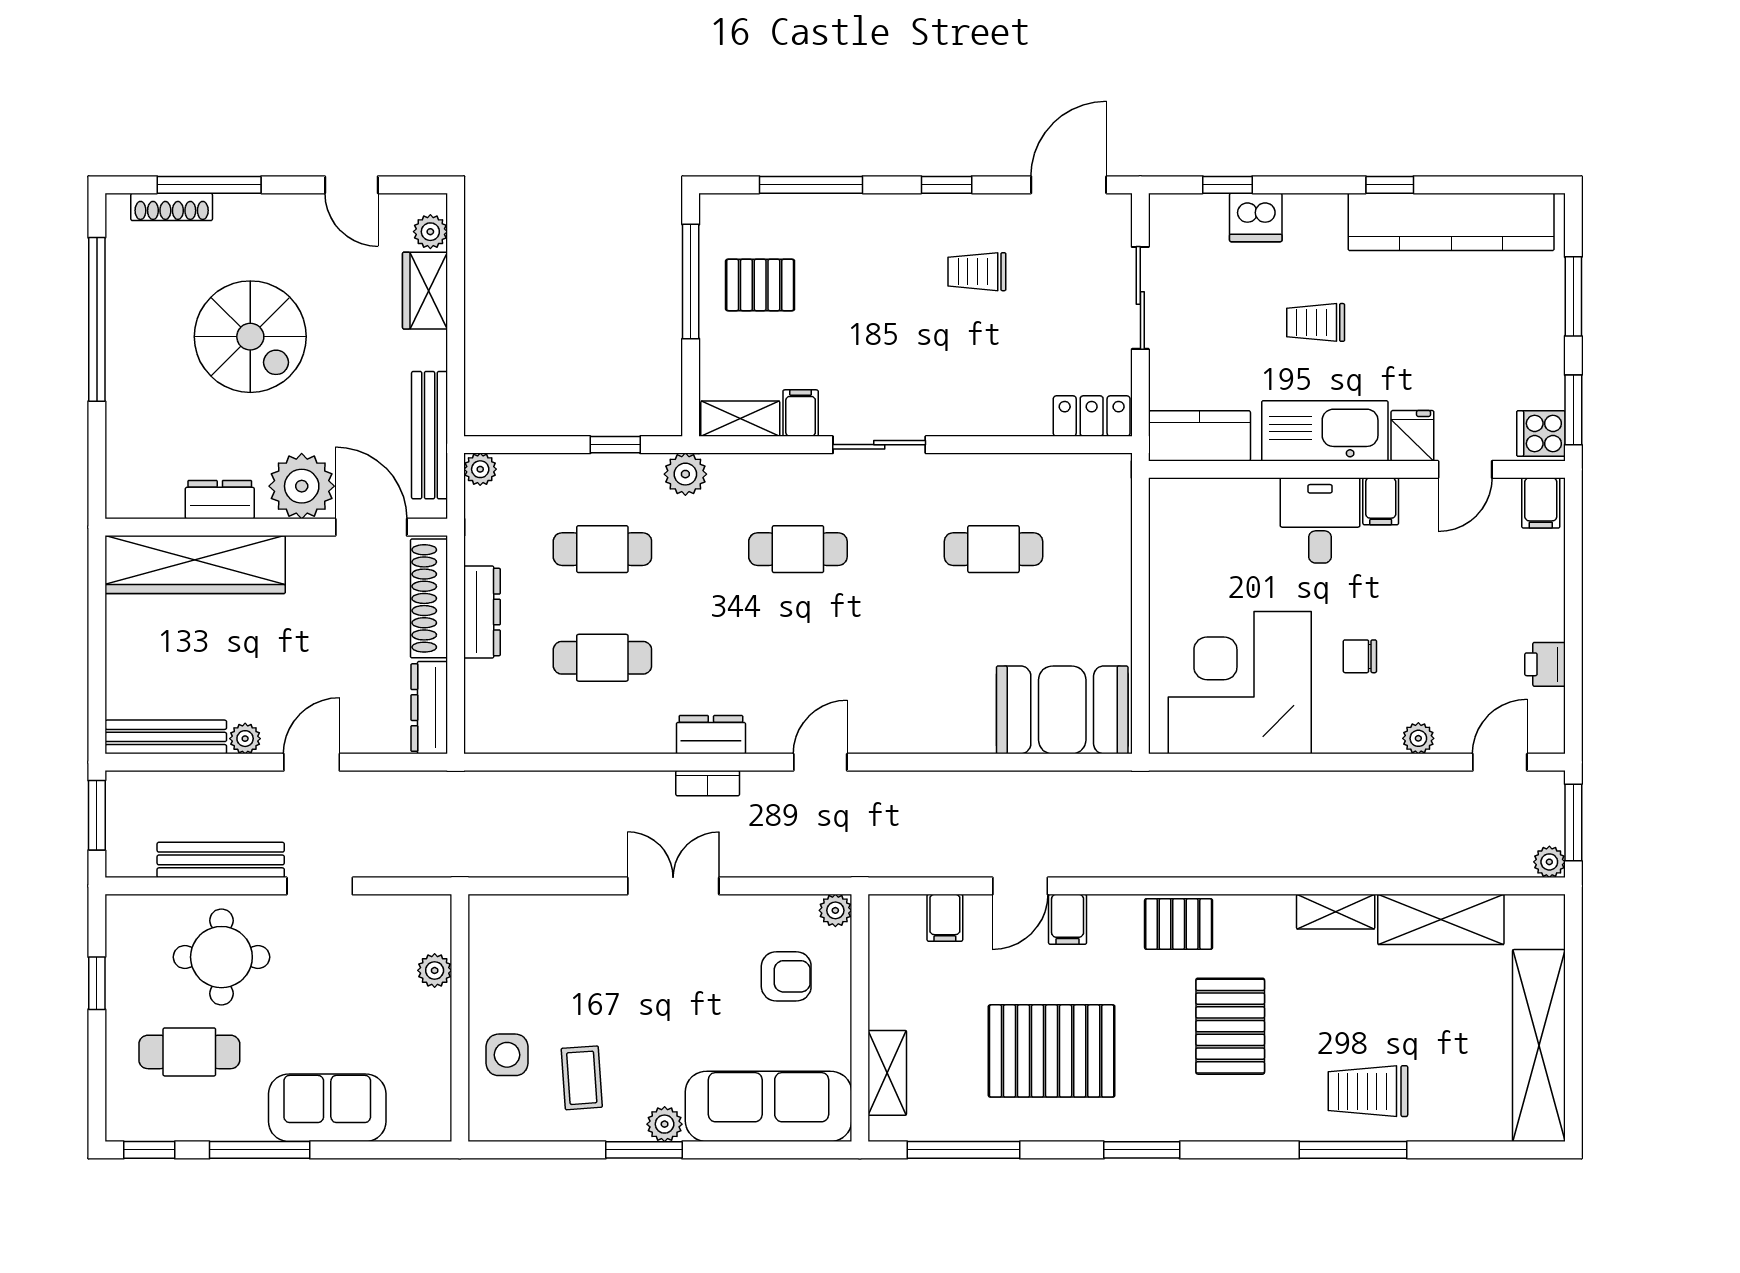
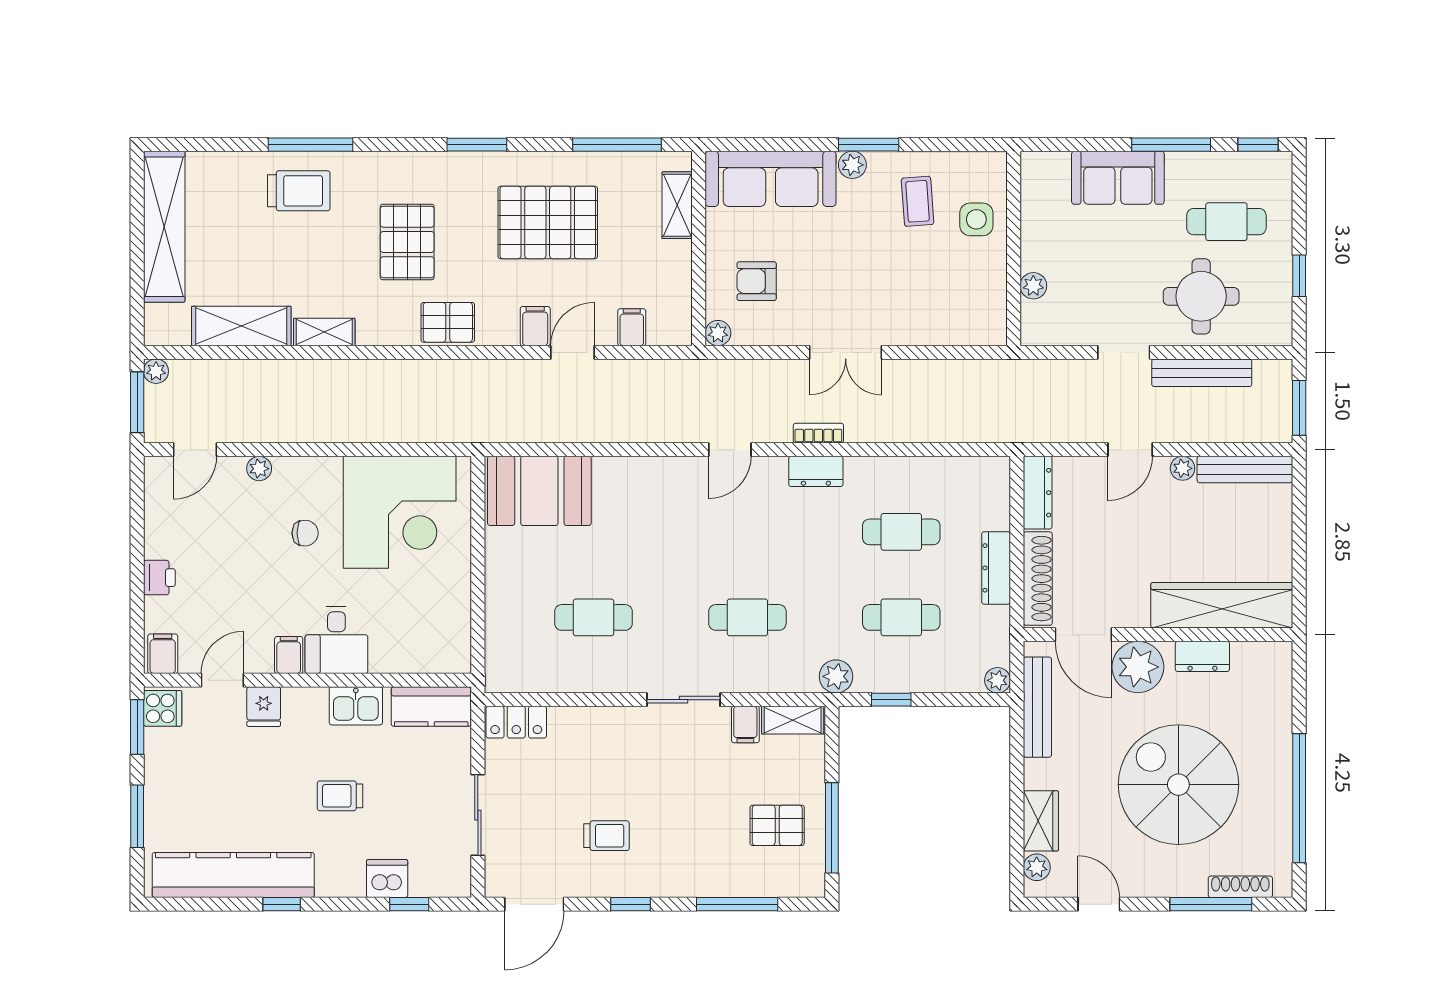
trolley: (1316, 322) -> (340, 796), turned 180
spiral stairs: (250, 337) -> (1178, 785), width x1.37, depth x1.37
kitchen sink: (1325, 431) -> (356, 706), width x0.53, depth x0.81
printer: (1545, 664) -> (159, 578), moved

